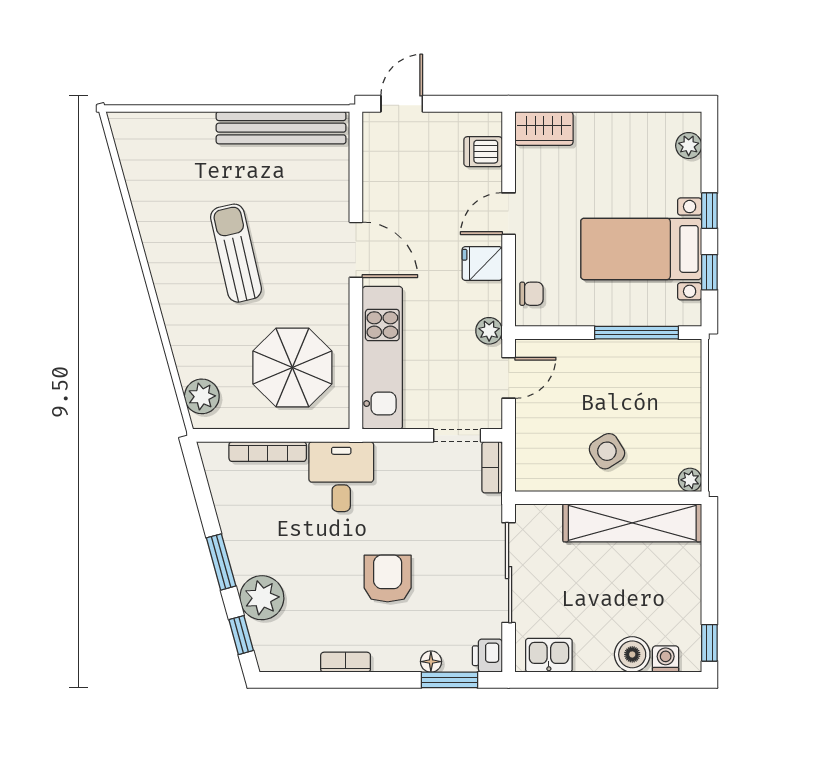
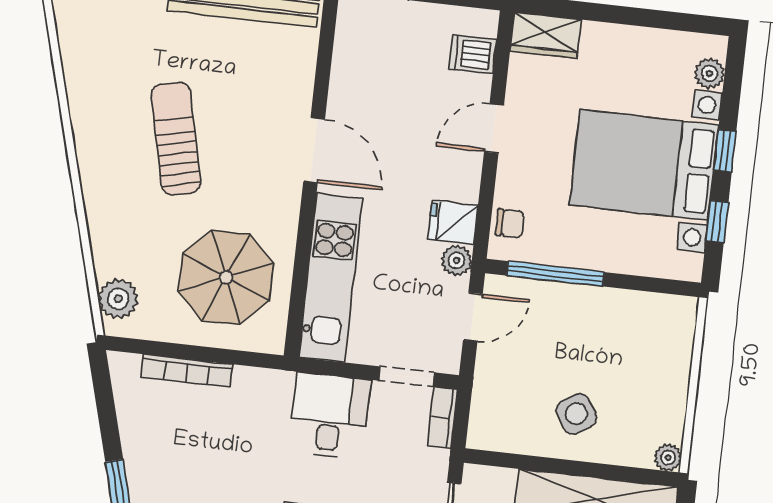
bed with nightstands: (641, 249) -> (644, 165), width x1.36
fridge: (482, 264) -> (453, 222), moved
window: (637, 333) -> (555, 274), moved
desk: (341, 477) -> (330, 416), moved

